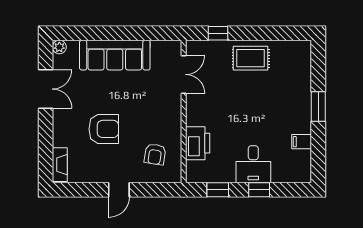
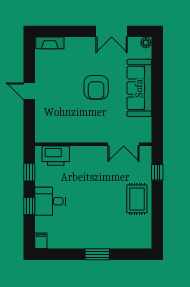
armchair: (104, 129) -> (96, 87), moved
filing cabinet: (302, 142) -> (41, 241), moved
printer: (198, 143) -> (56, 156), moved
armchair: (155, 154) -> (58, 121), removed

